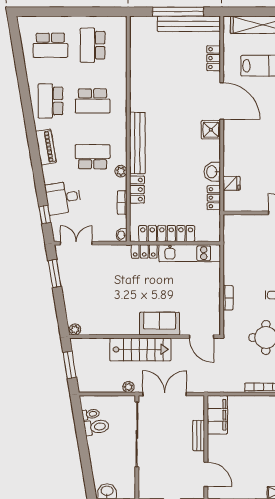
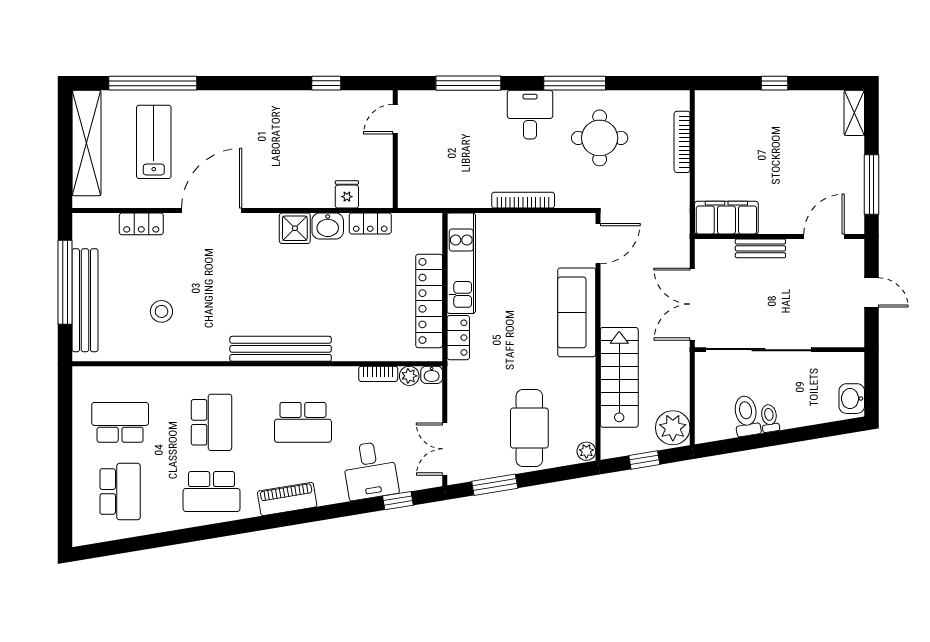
bench: (189, 24) -> (85, 300), moved
school desk: (93, 45) -> (120, 422), turned 180
stool: (160, 70) -> (161, 311), added
shower: (211, 130) -> (295, 228), moved
school desk: (93, 157) -> (303, 422), turned -90
plant: (121, 171) -> (409, 376), moved
locker: (137, 190) -> (357, 349), removed
cafe table: (89, 295) -> (529, 428), added
bookcase: (228, 298) -> (523, 200), width x1.56
sofa: (160, 324) -> (577, 312), width x1.36
stairs: (140, 349) -> (619, 377), moved
window: (70, 365) -> (644, 460), width x0.67
plant: (128, 387) -> (673, 428), moved, width x1.88, depth x1.88
toilet: (91, 414) -> (770, 418), moved

